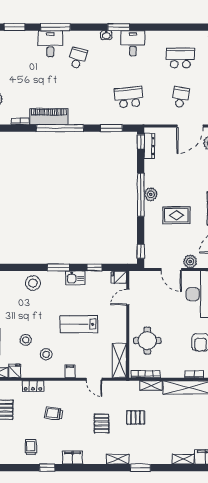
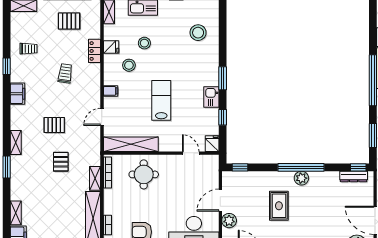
stool: (33, 283) -> (198, 33), moved
shelving: (119, 361) -> (131, 144), width x1.47
fridge: (15, 371) -> (111, 47), moved

